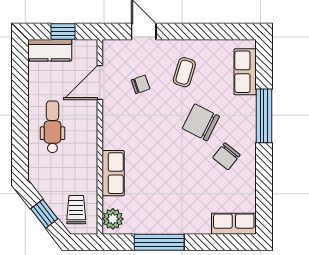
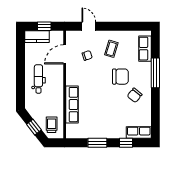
chair: (201, 122) -> (120, 77), turned 153
row of seats: (113, 173) -> (72, 105), width x1.48
plant: (113, 219) -> (72, 130), removed
window: (159, 242) -> (97, 143), width x0.69
window: (211, 242) -> (126, 143), added

